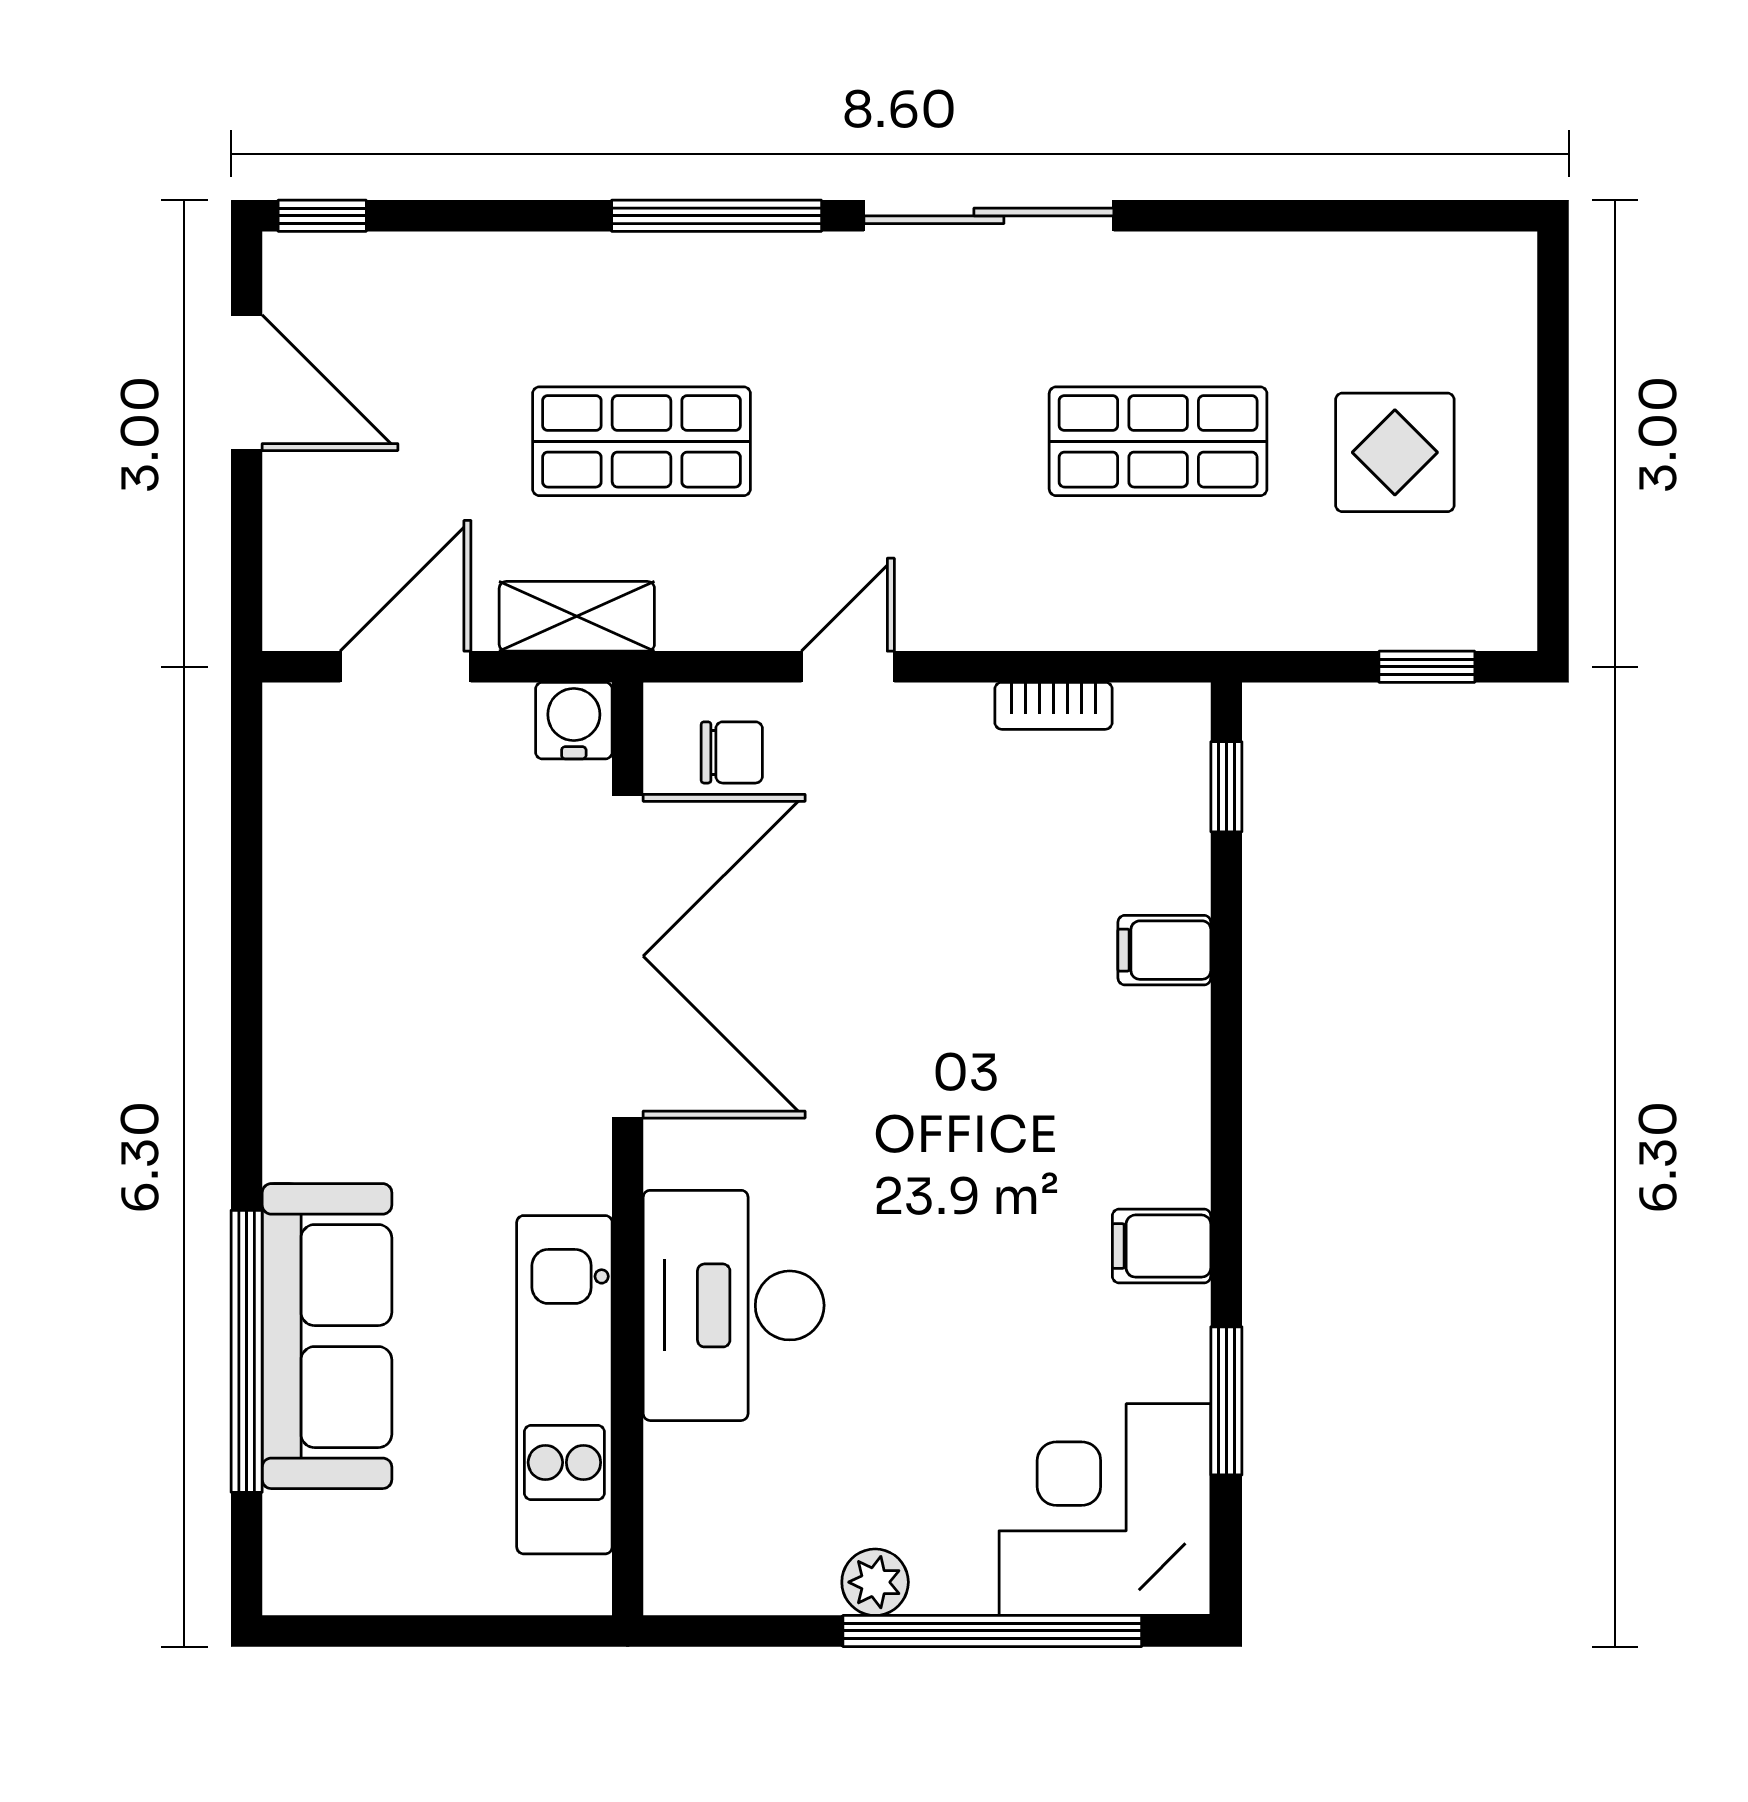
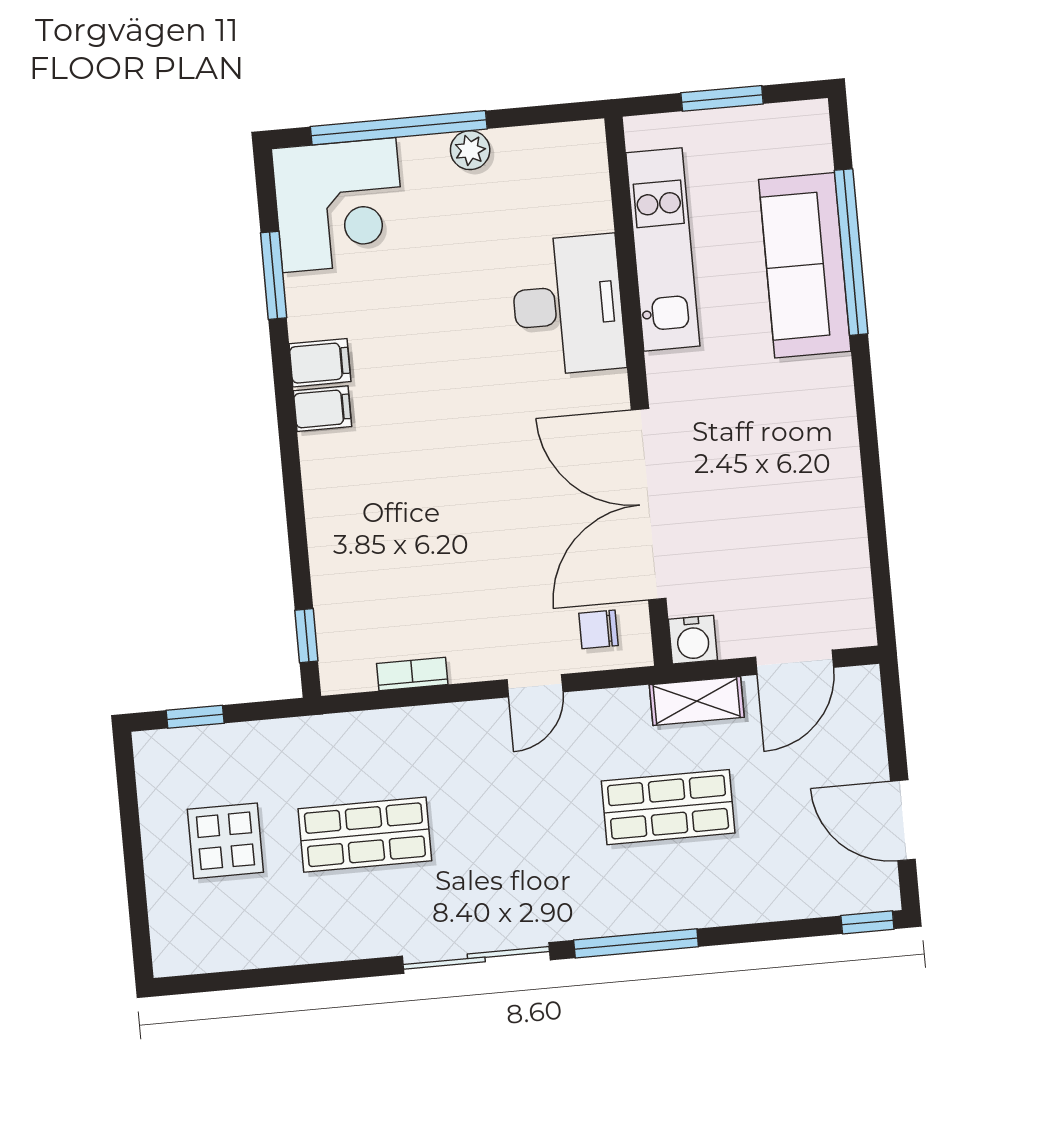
filing cabinet: (1164, 950) -> (322, 409), moved
window: (441, 1631) -> (722, 98), added

